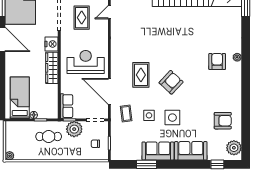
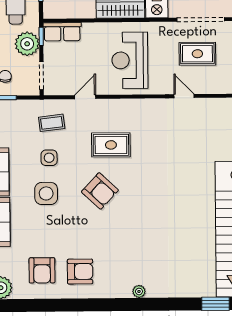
door: (109, 12) -> (184, 96), moved
armchair: (217, 61) -> (80, 271), moved
reception desk: (86, 62) -> (130, 60), turned 180
door: (109, 91) -> (85, 97), width x0.53

